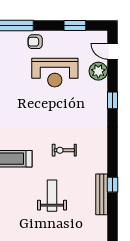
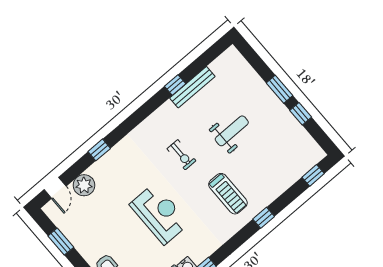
reception desk: (55, 73) -> (159, 214), moved
weight bench: (52, 196) -> (232, 131), turned 180

